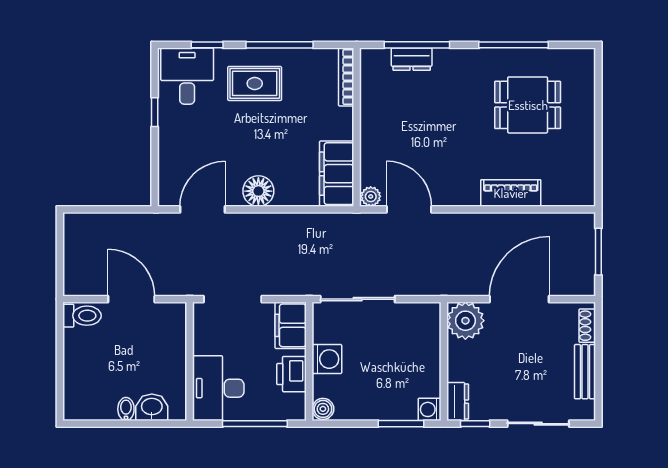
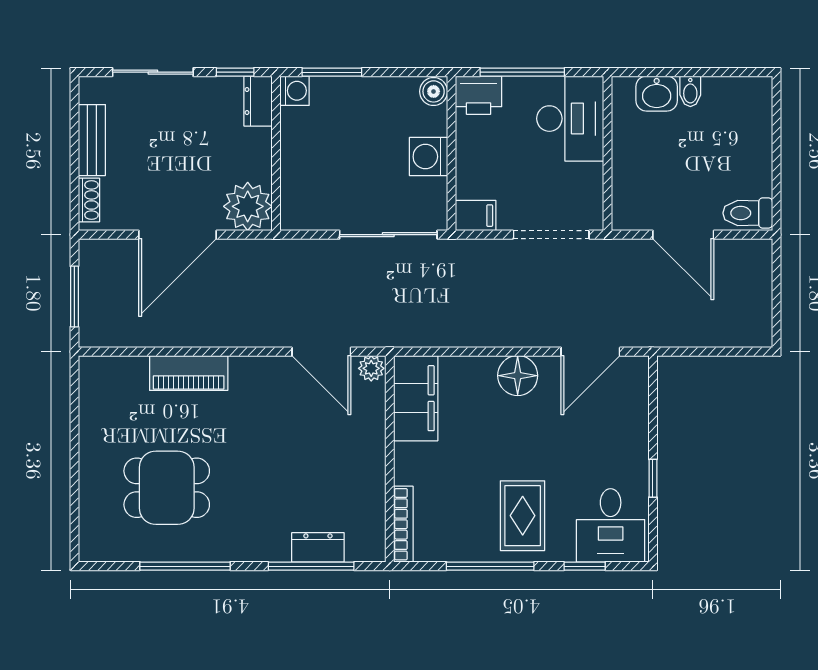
rug: (255, 83) -> (523, 516), turned 90
filing cabinet: (291, 325) -> (476, 216), width x0.50
printer: (292, 374) -> (478, 95), moved, turned 90

